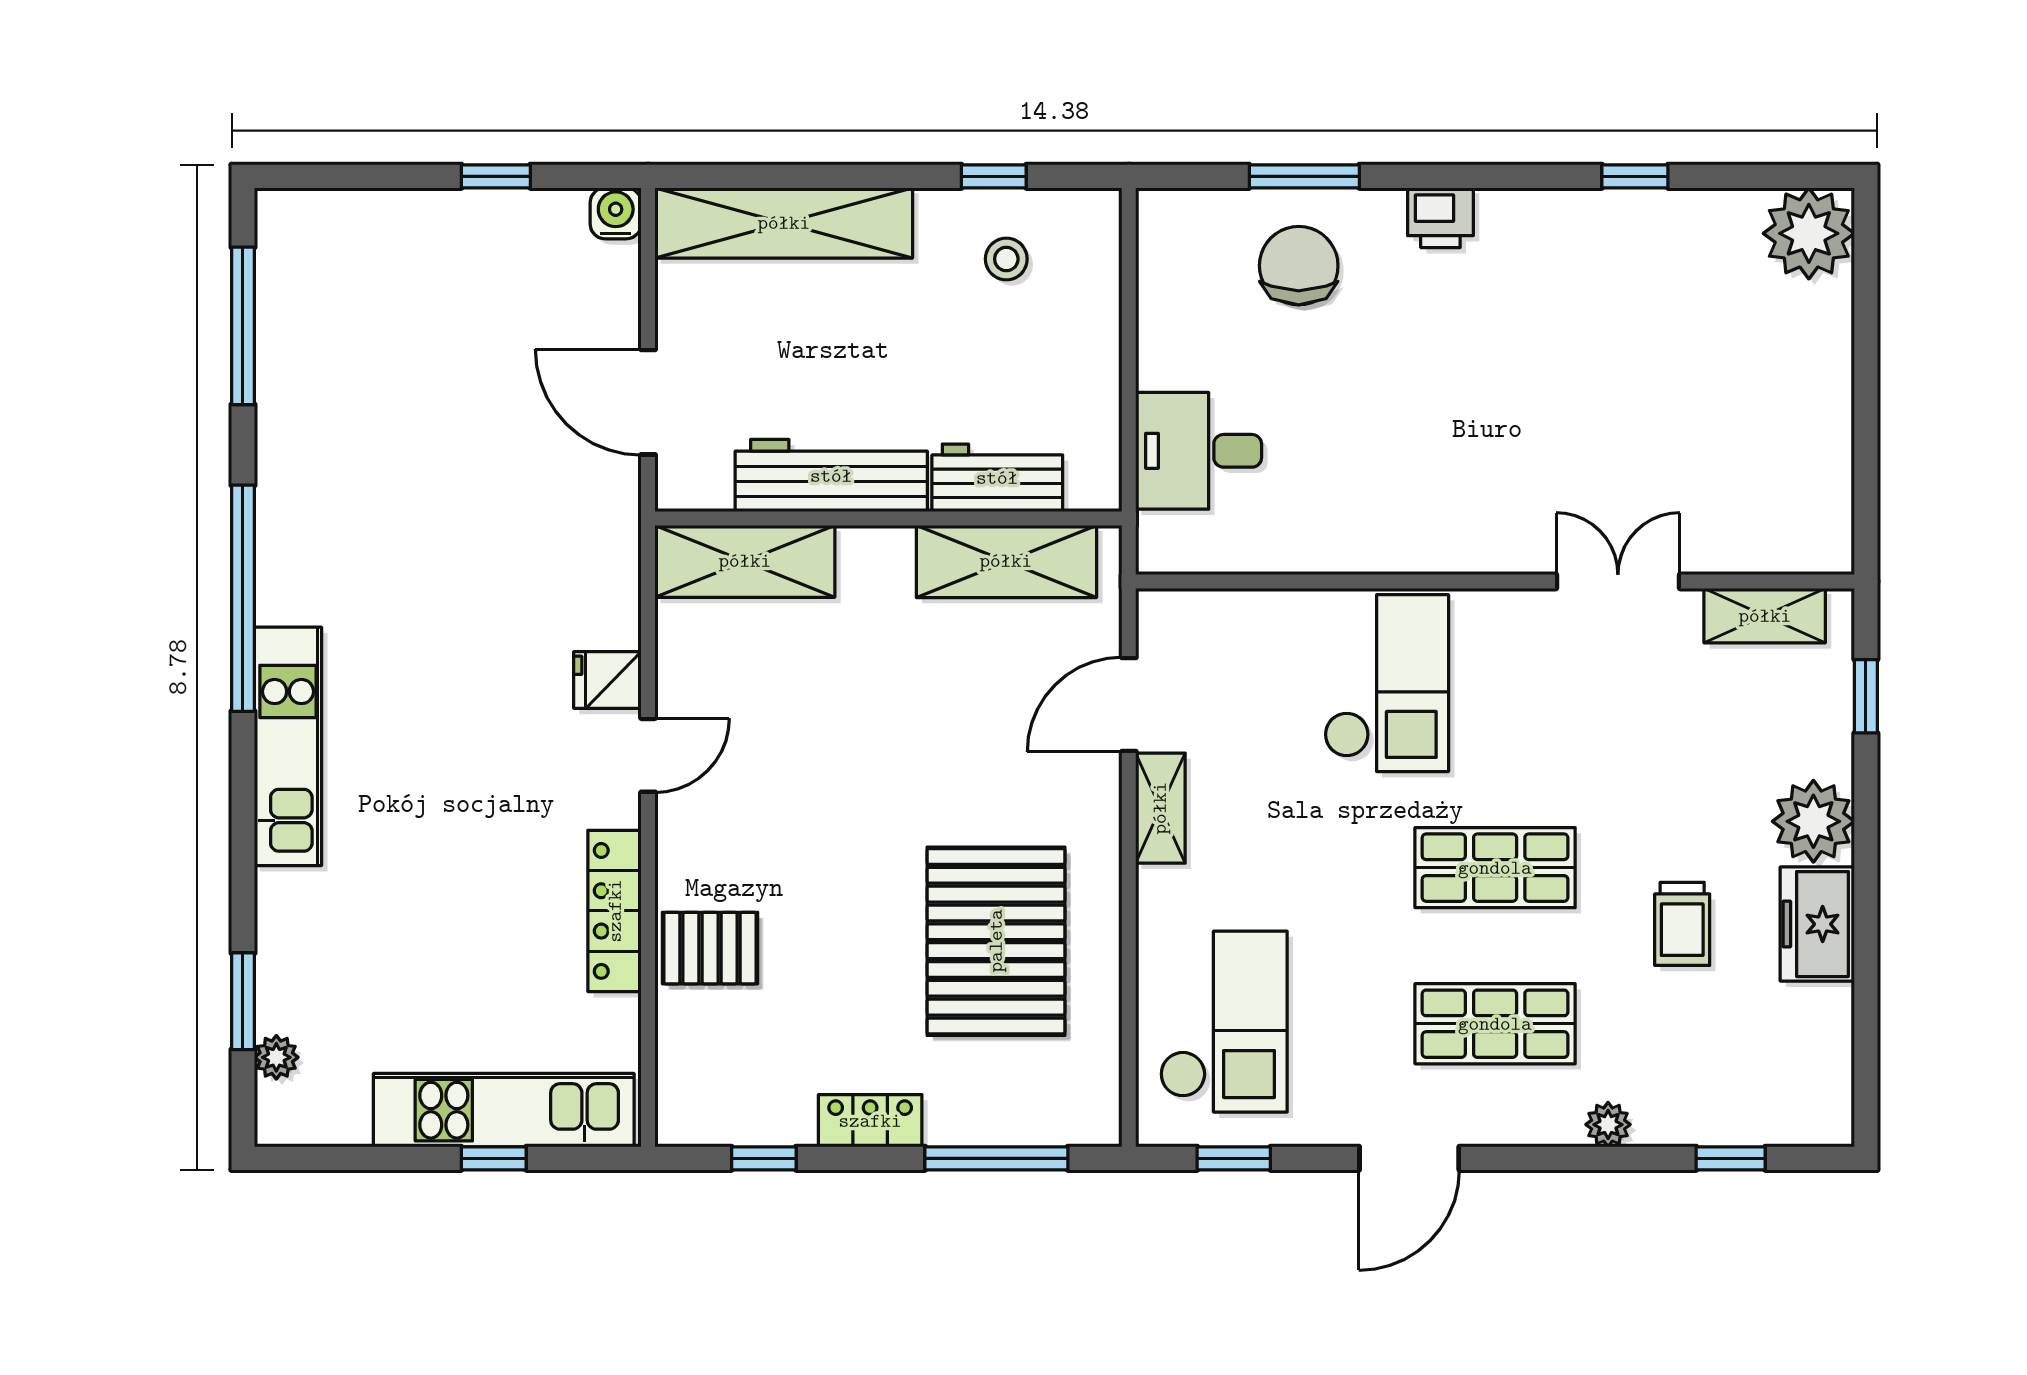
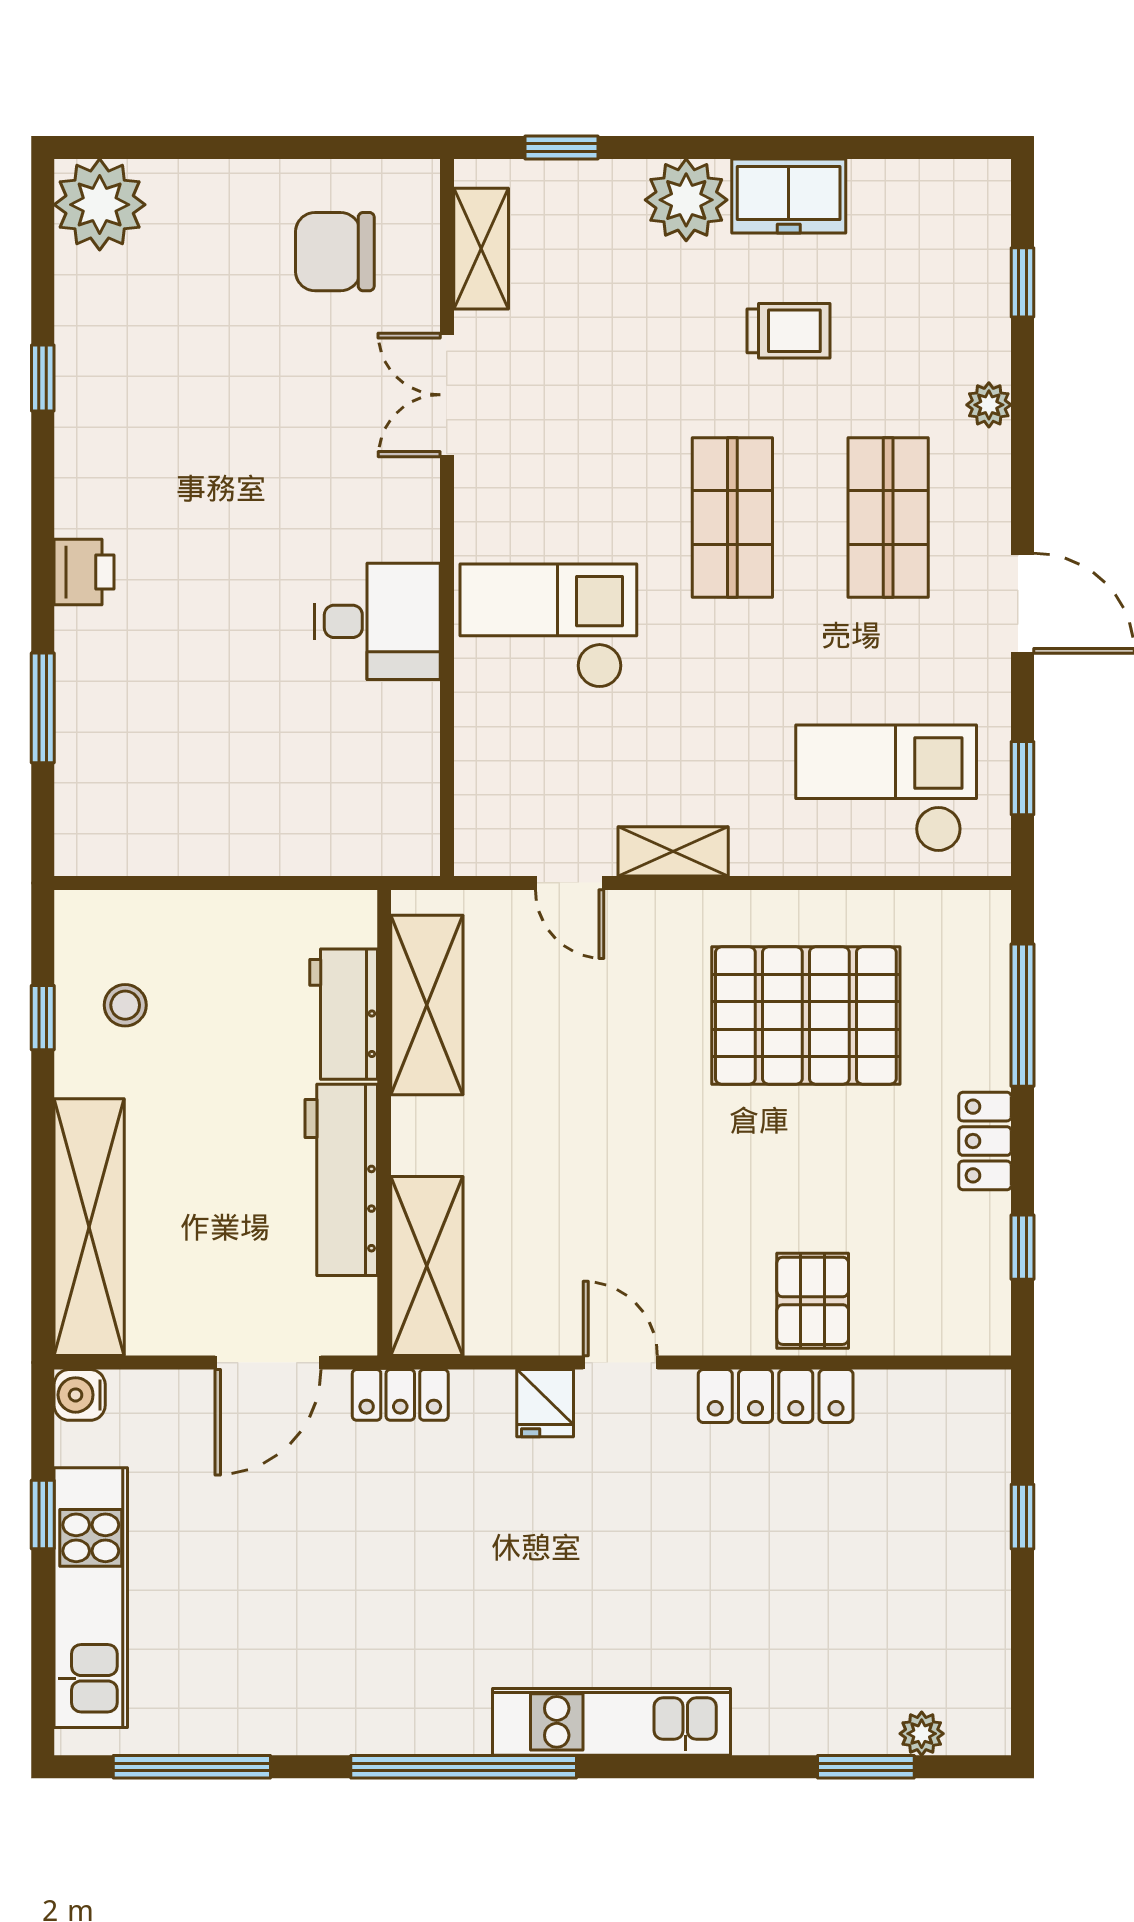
chair: (1299, 266) -> (335, 252), moved
desk: (1199, 451) -> (377, 621), moved, turned -90
locker: (616, 535) -> (400, 1395), added
door: (1129, 704) -> (570, 883), width x0.73
kitchen unit: (504, 1110) -> (91, 1598), moved, turned 180

